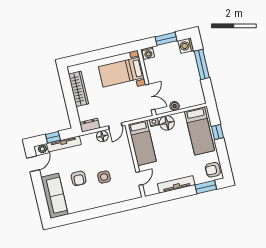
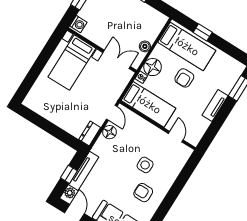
wardrobe: (78, 89) -> (50, 112), removed
armchair: (213, 170) -> (184, 78), moved
armchair: (79, 178) -> (143, 193), moved, turned 180
tv unit: (176, 184) -> (215, 105), width x0.71

